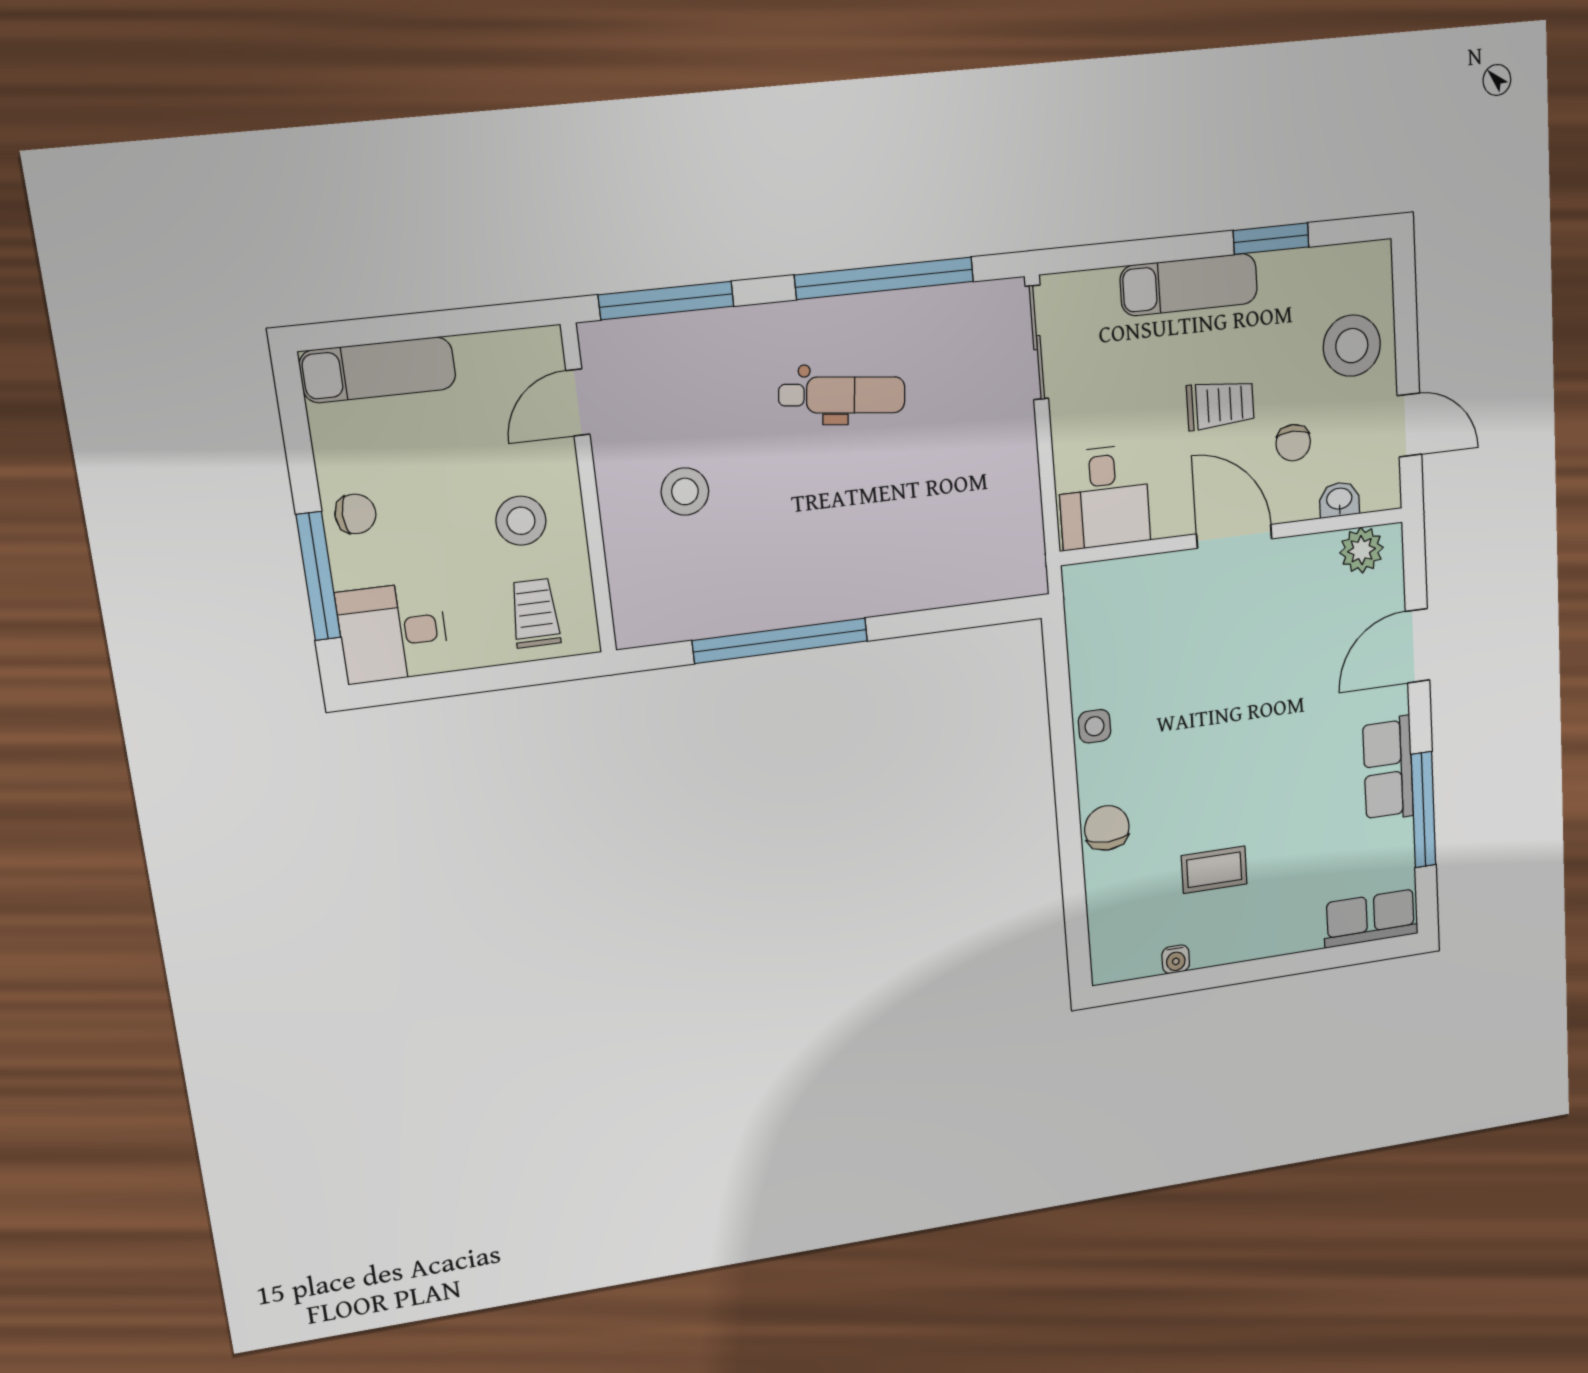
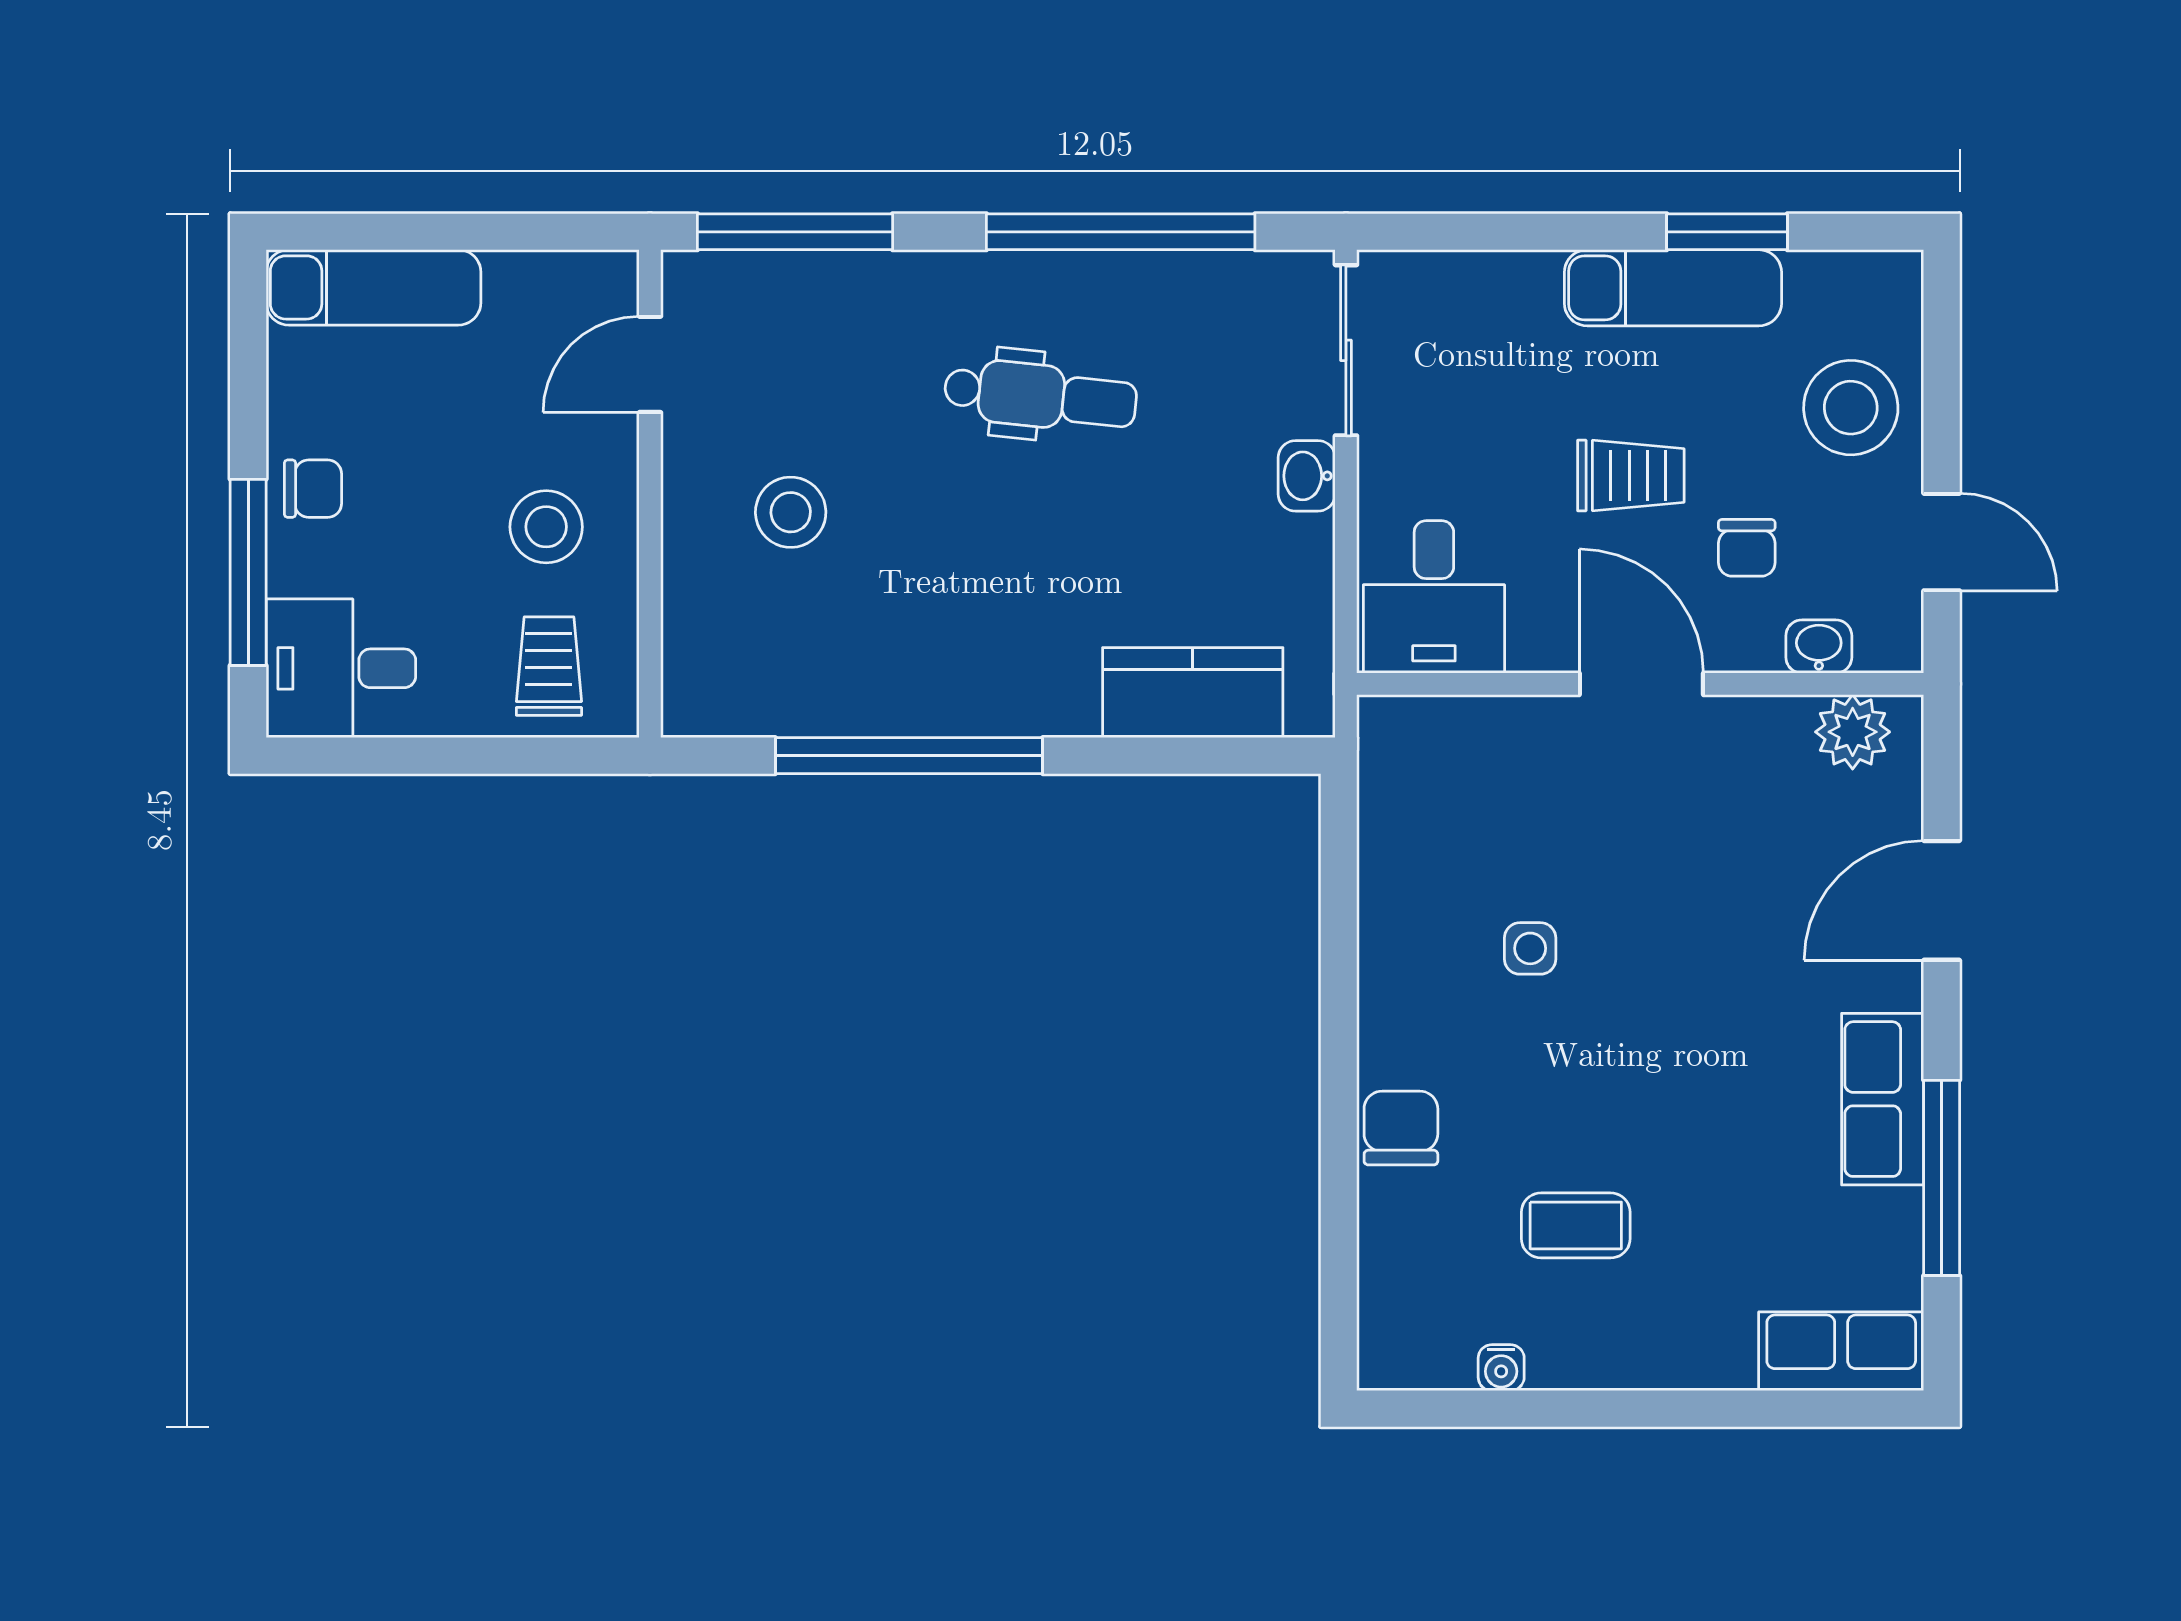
exam couch: (1189, 285) -> (1673, 288), moved
washbasin: (1018, 428) -> (1307, 476), added
kitchen counter: (958, 577) -> (1193, 693), added
side table: (1095, 726) -> (1530, 948), moved

